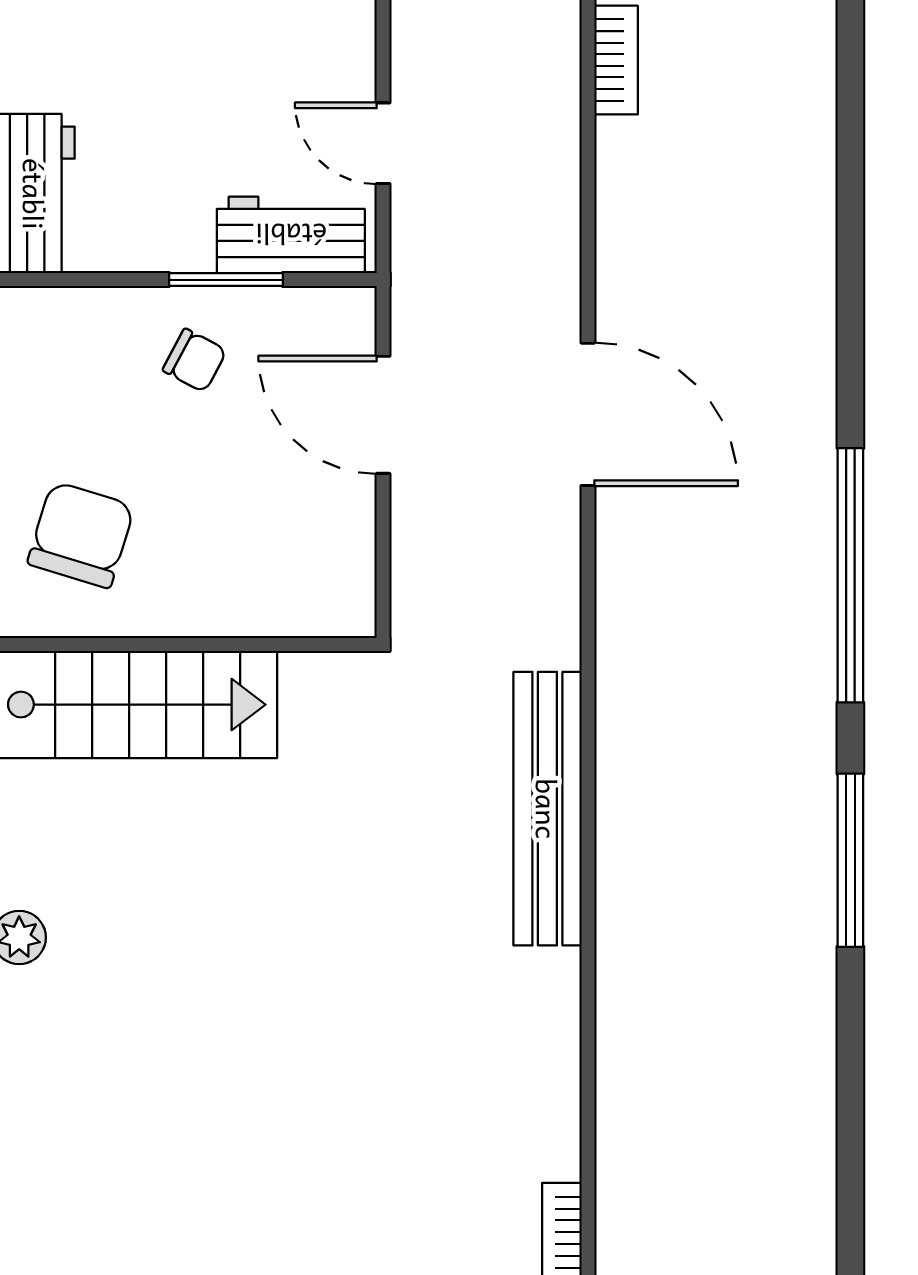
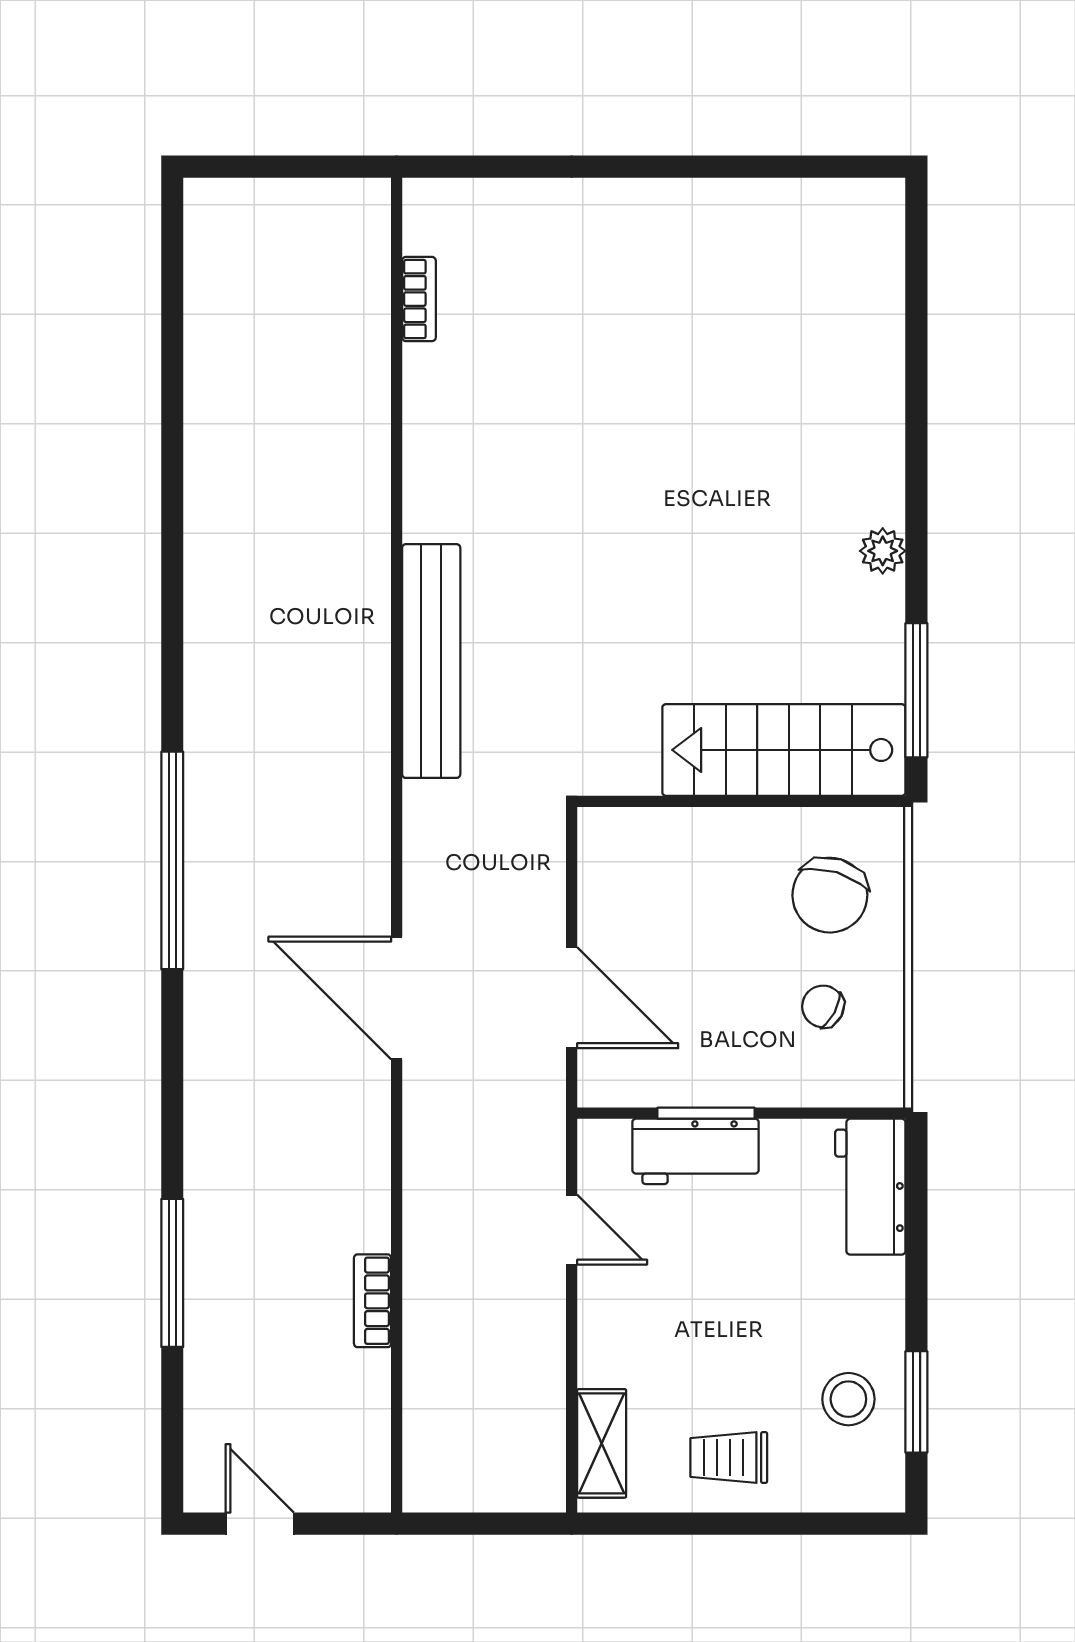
workbench: (291, 235) -> (695, 1151), moved
chair: (195, 360) -> (823, 1006), moved
window: (850, 860) -> (172, 1273), moved

